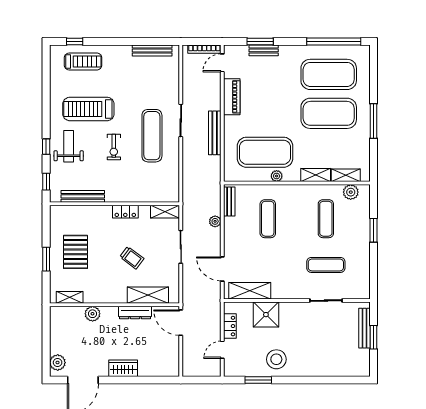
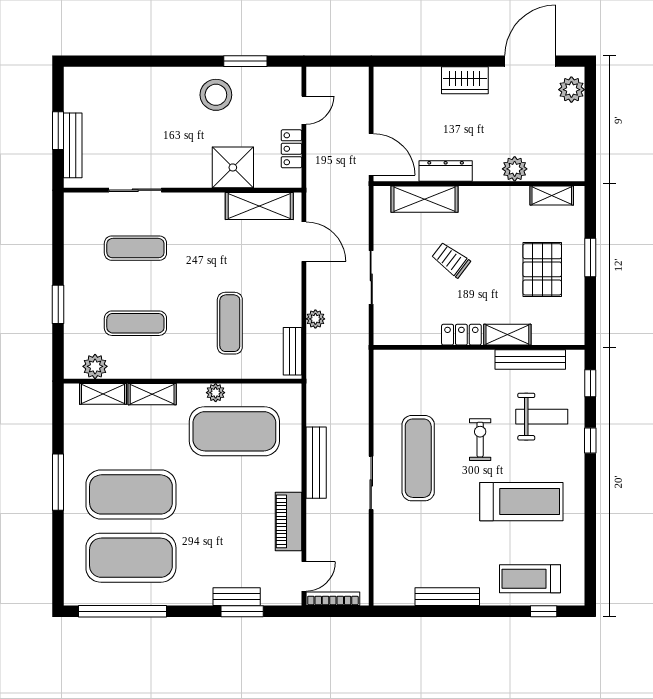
bench: (152, 50) -> (447, 597), moved
weight bench: (69, 146) -> (542, 417), moved, turned -90
shelving: (165, 212) -> (507, 335), moved
exercise mat: (326, 219) -> (135, 323), turned 90

